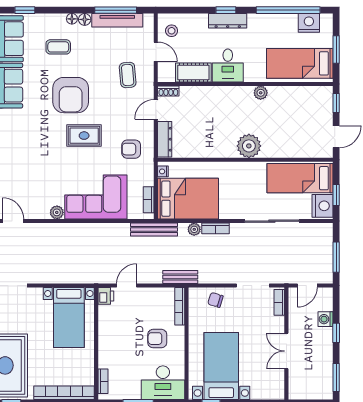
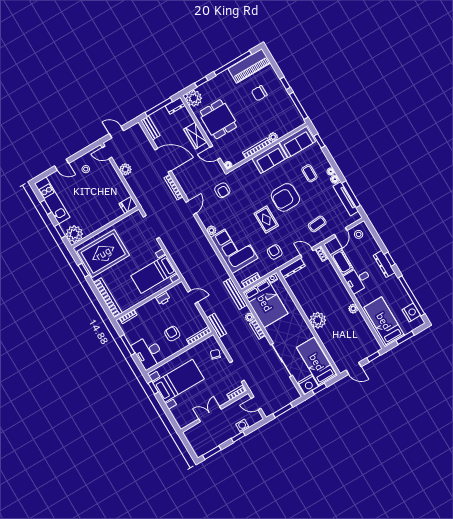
armchair: (15, 169) -> (222, 190), added
printer: (106, 296) -> (163, 298), moved

